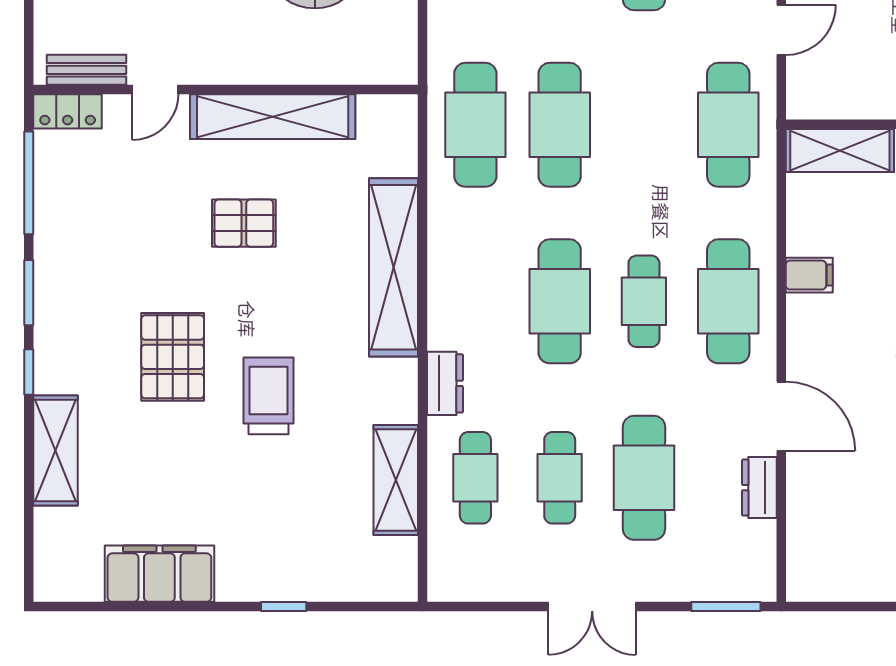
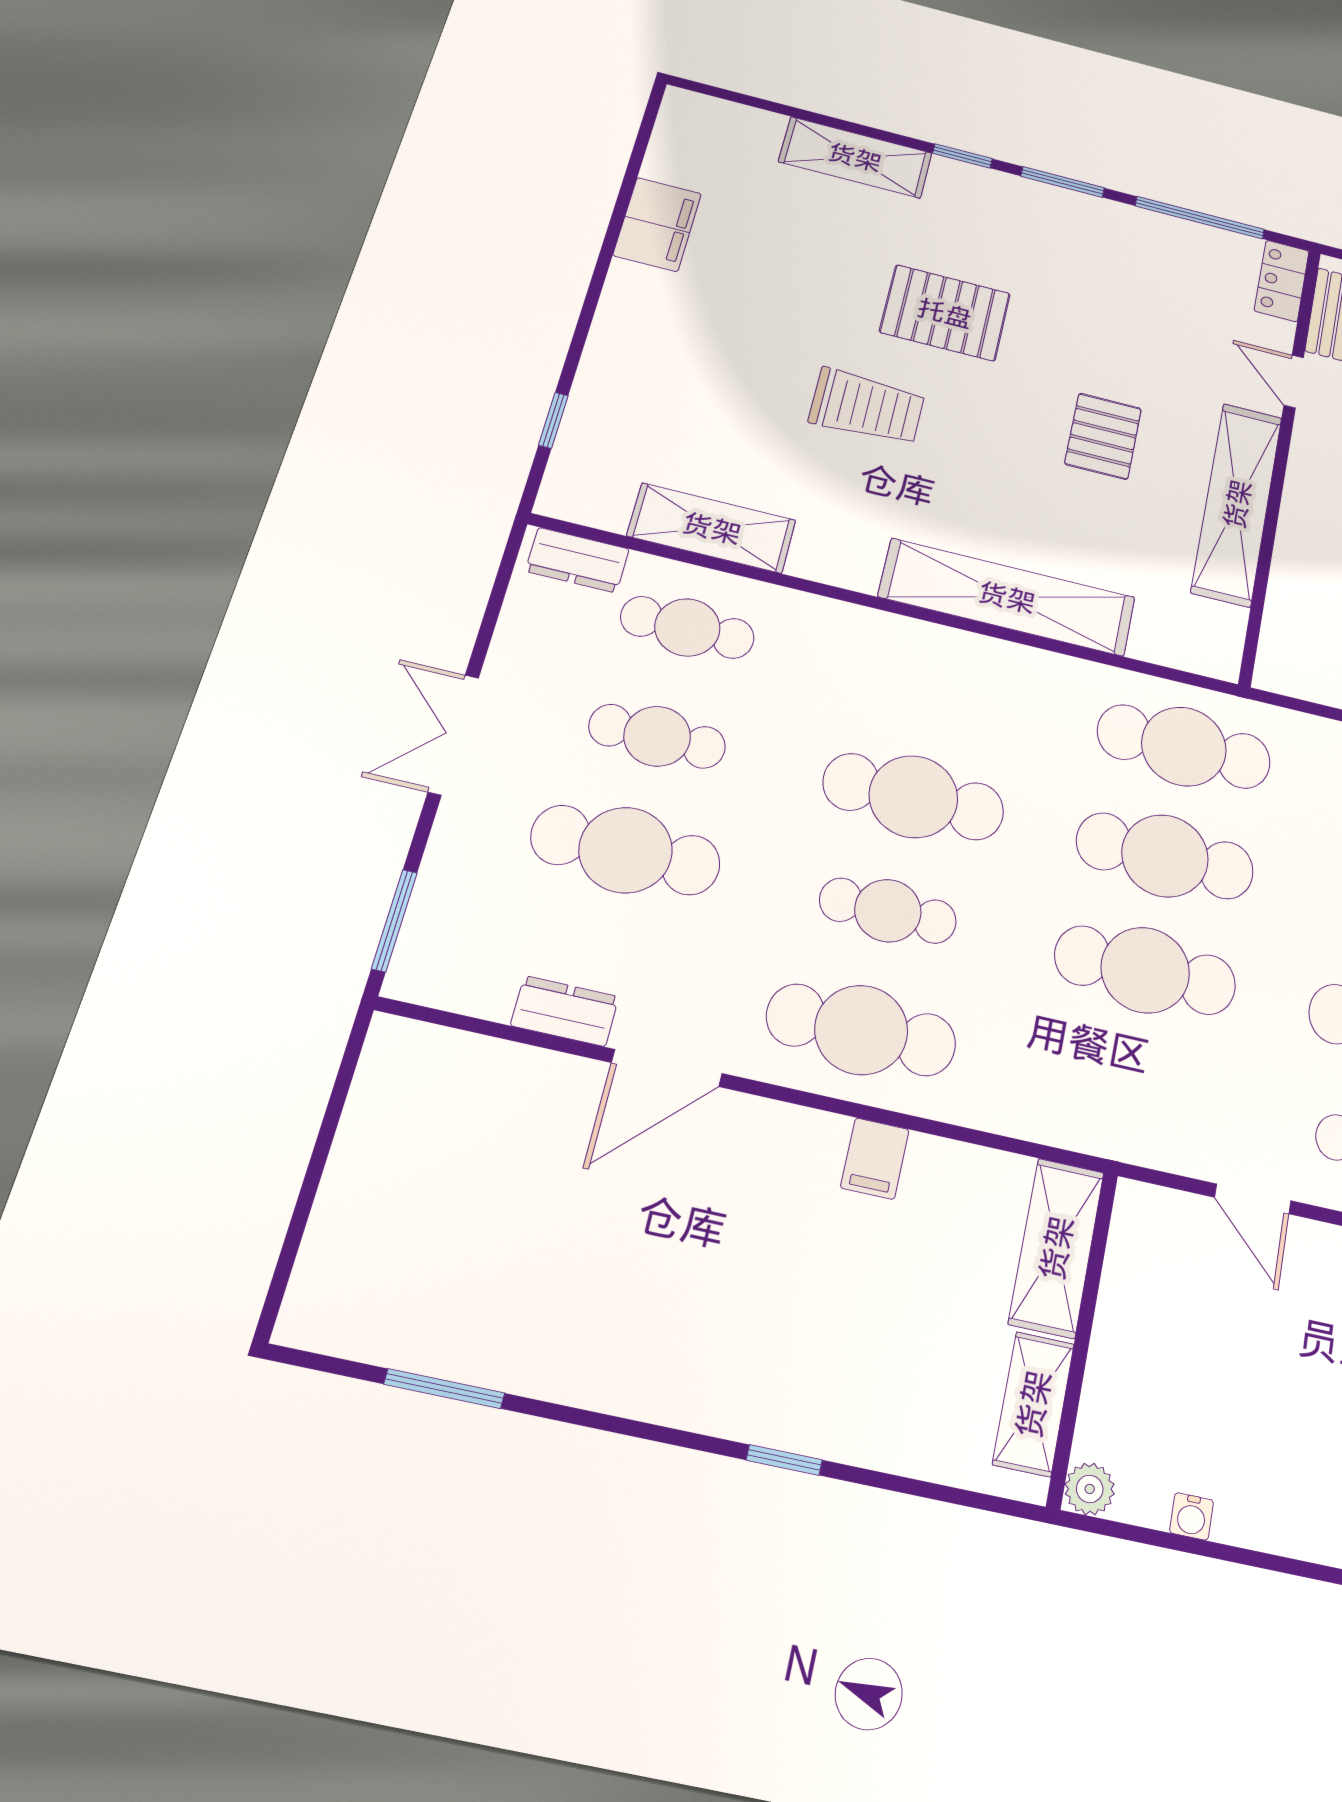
cafe table: (728, 125) -> (1145, 970), moved
dresser: (445, 383) -> (577, 560), moved
filing cabinet: (159, 574) -> (657, 224), width x0.67, depth x0.86
window: (284, 607) -> (553, 420), moved

